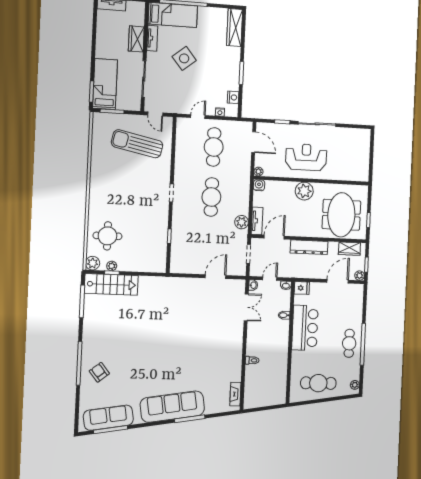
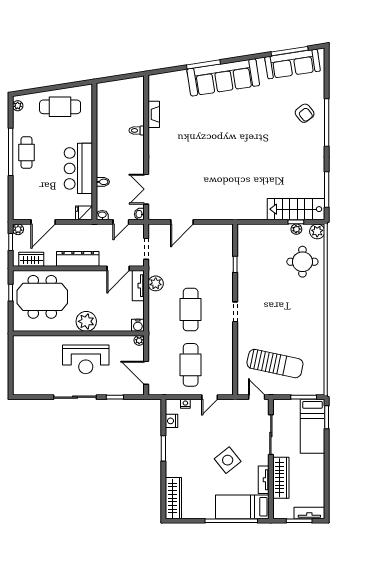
wardrobe: (136, 39) -> (281, 478), width x1.50
meeting table: (341, 215) -> (42, 297), turned 90
fireplace: (235, 394) -> (154, 114), moved

